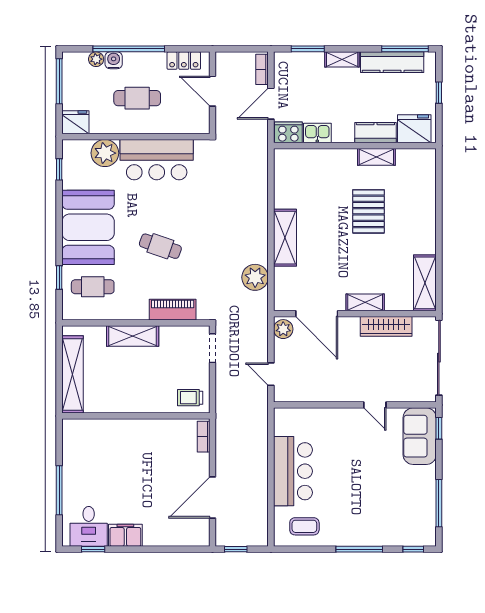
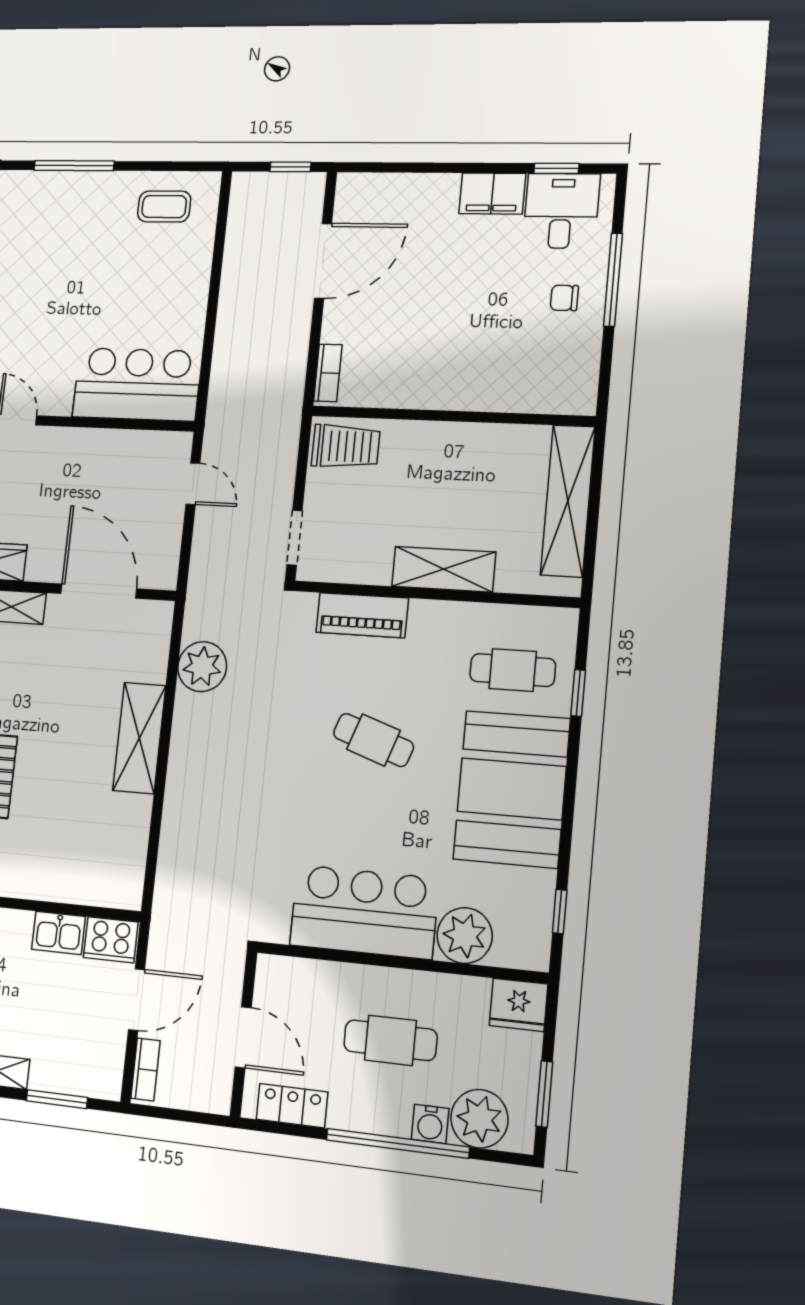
plant: (96, 59) -> (479, 1119), width x1.87, depth x1.87
window: (59, 81) -> (544, 1094), width x0.69
plant: (283, 329) -> (162, 566), removed
trolley: (190, 398) -> (346, 446), width x1.36, depth x1.39
bar counter: (293, 471) -> (137, 384), moved, turned 90
chair: (83, 480) -> (564, 298), added

